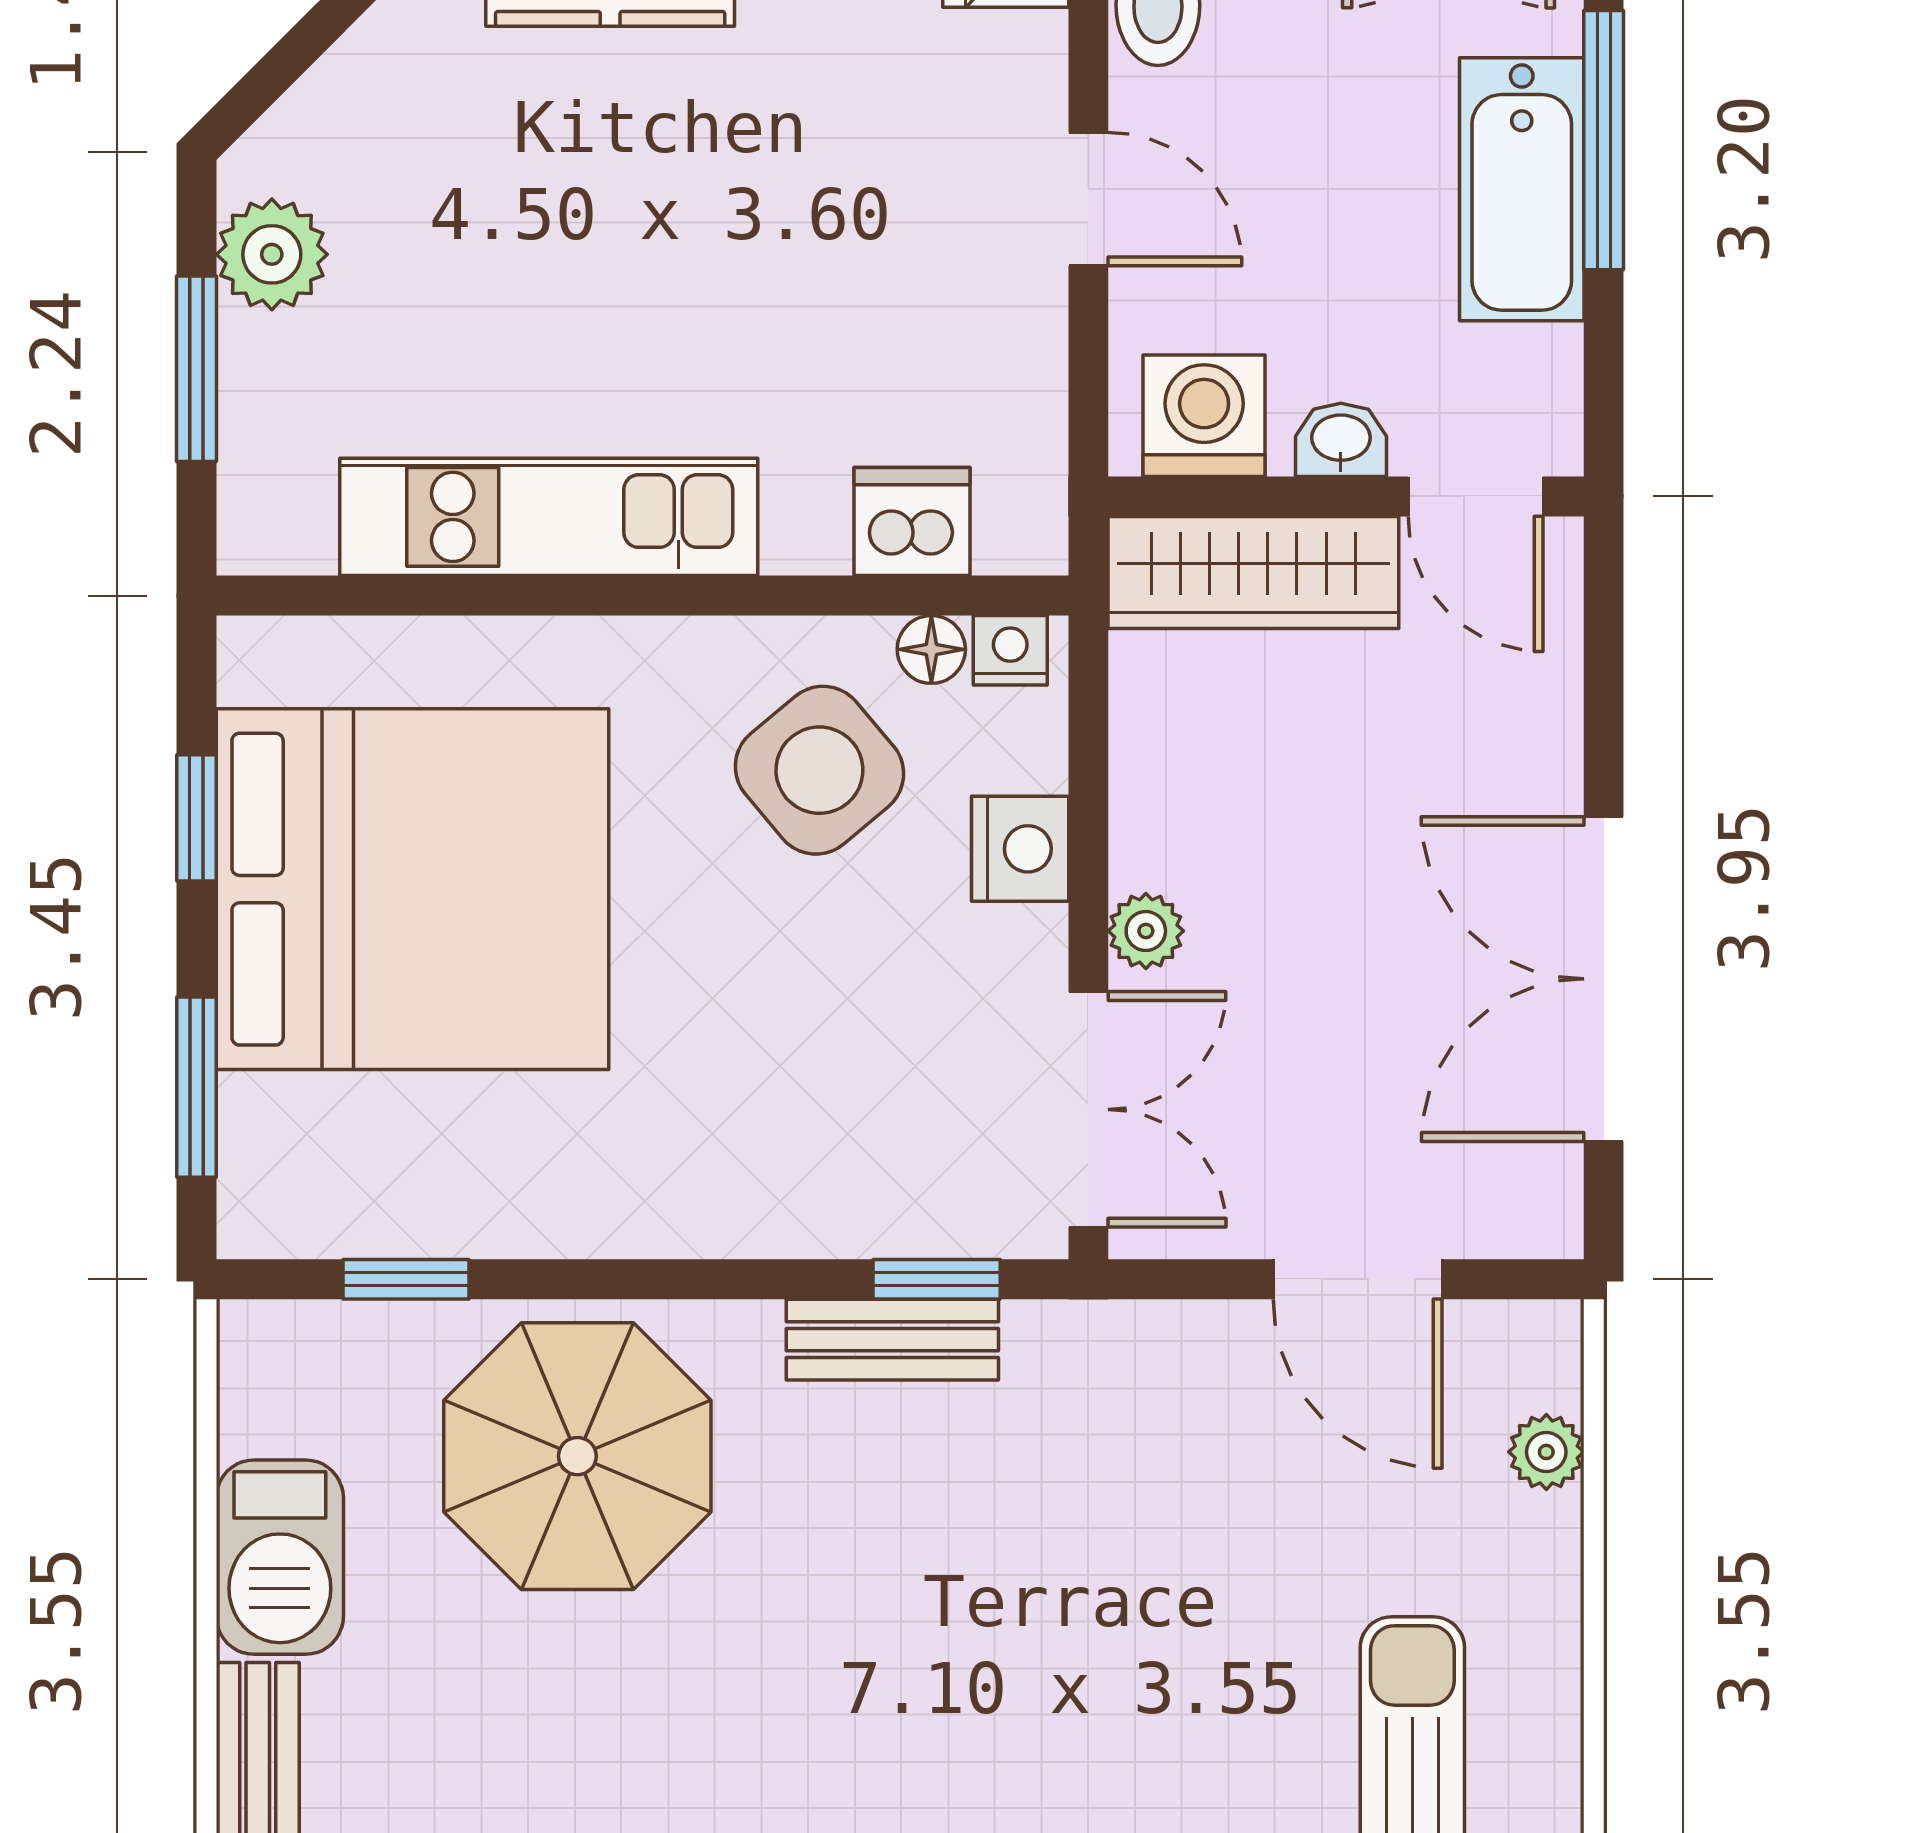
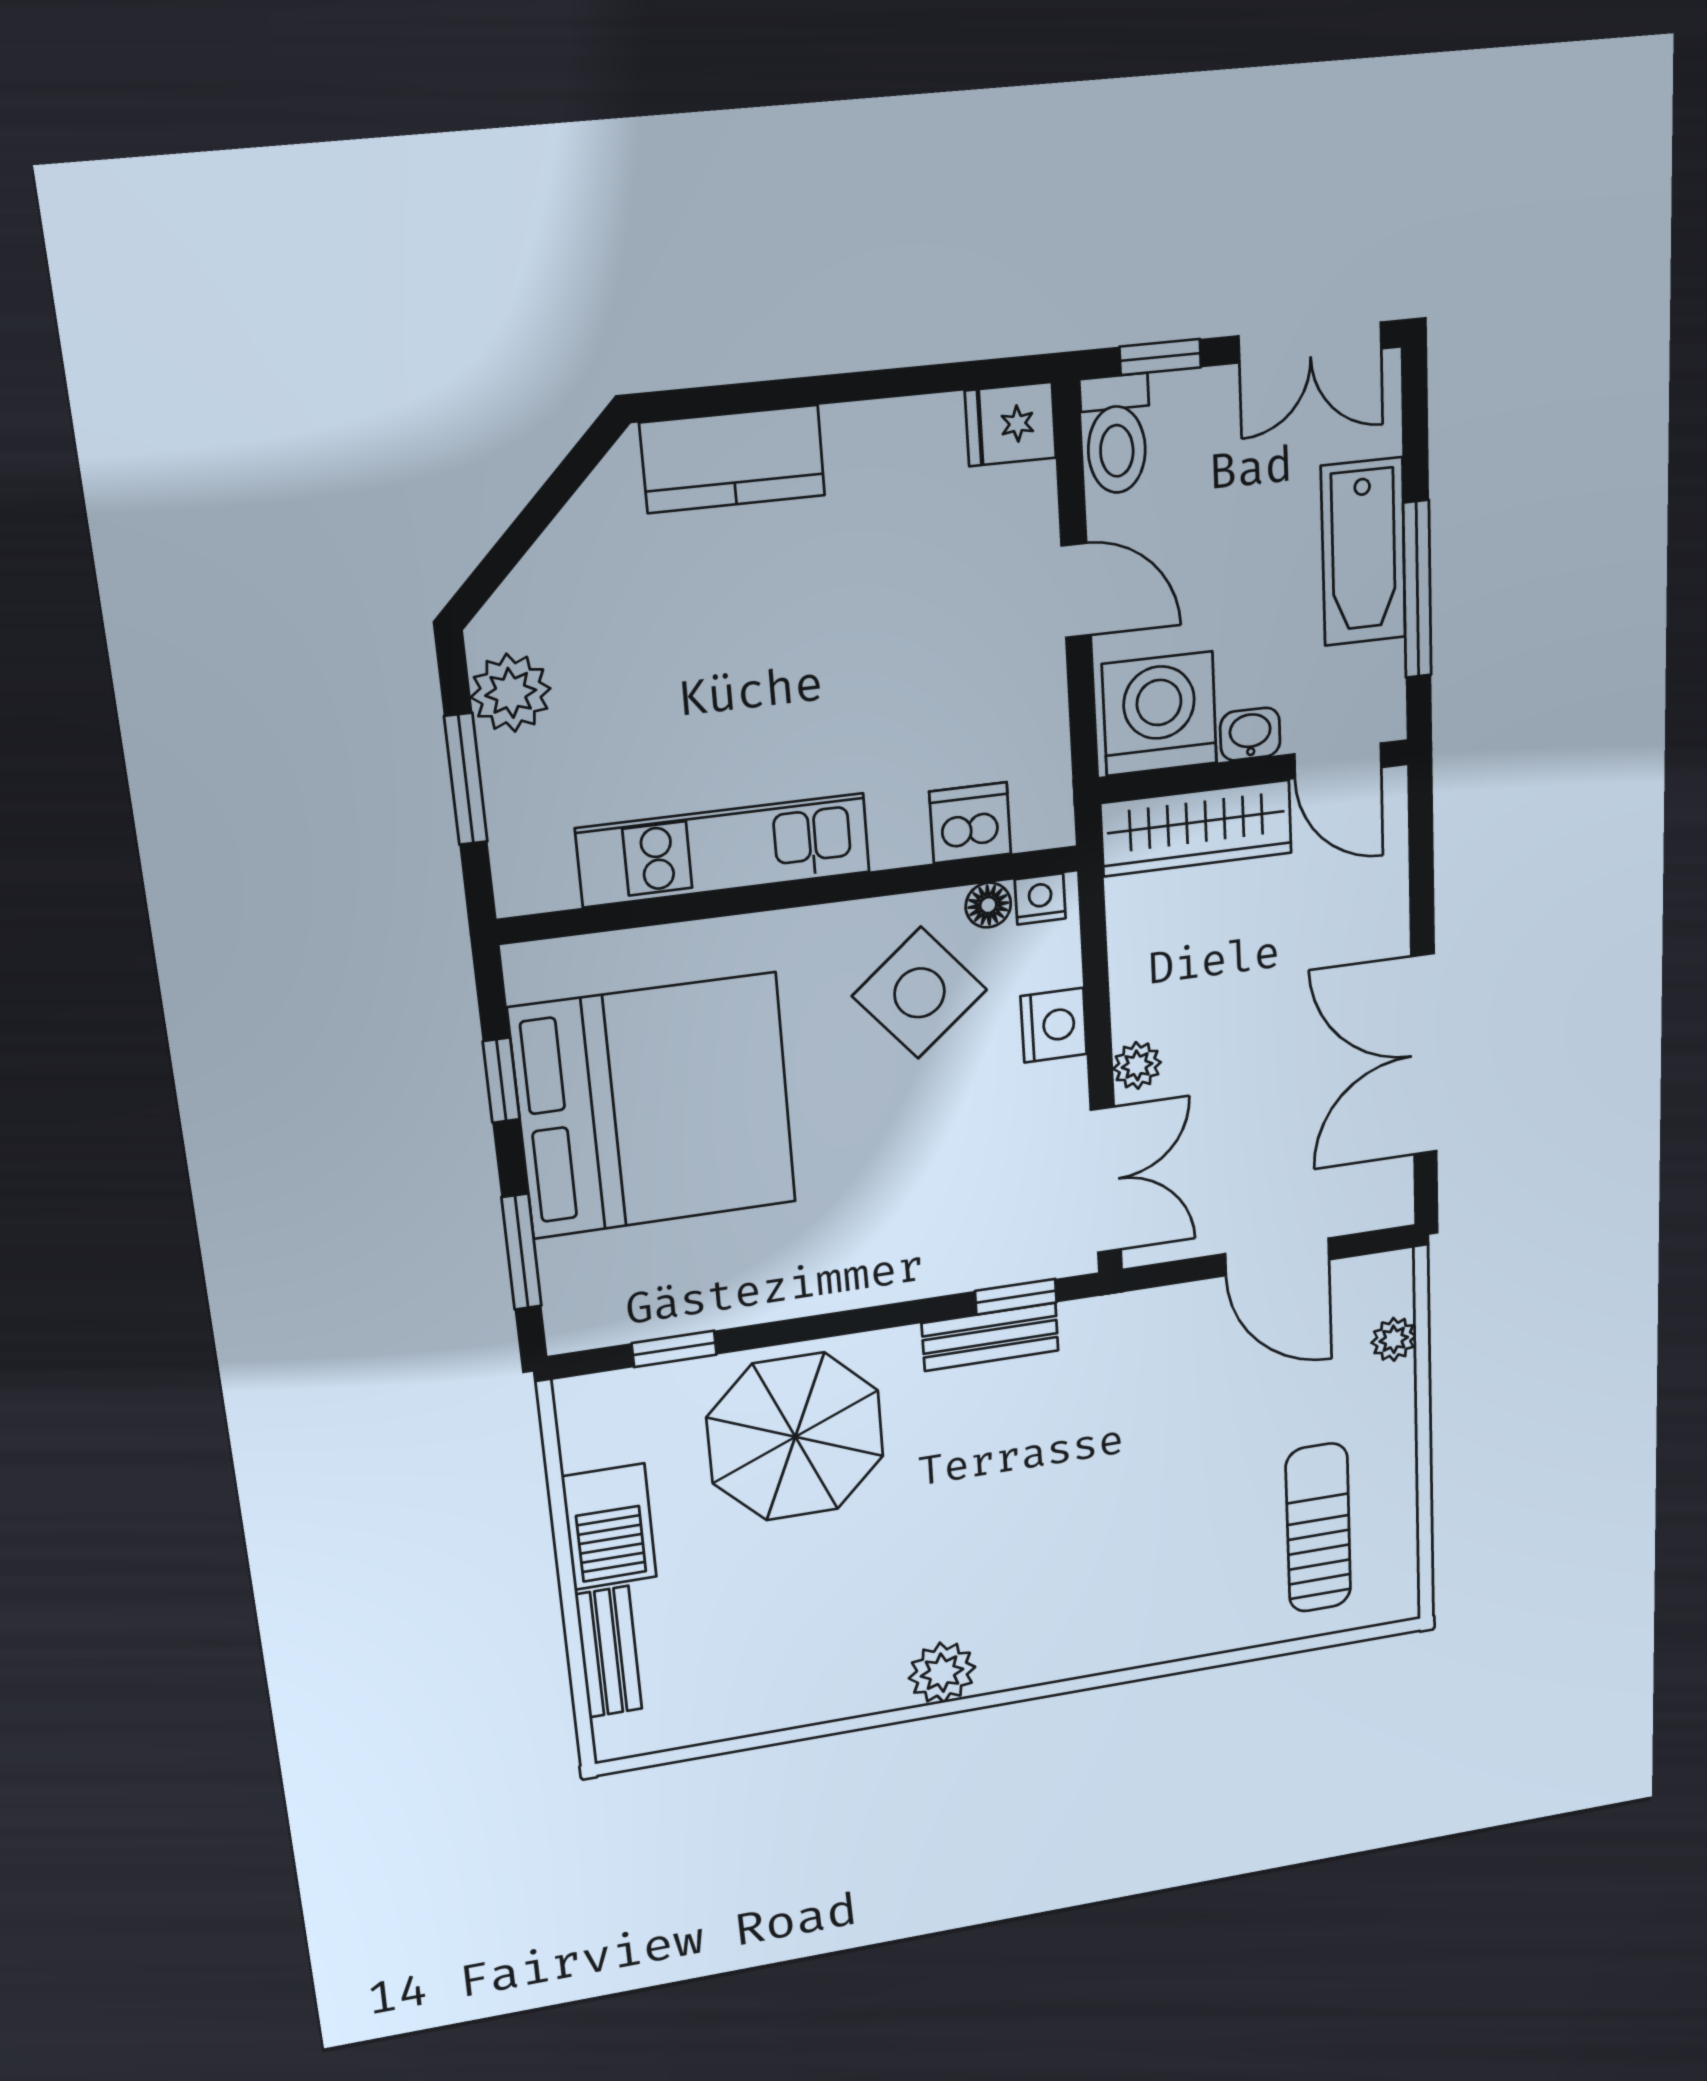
window: (1604, 140) -> (1417, 589), moved
washing machine: (1204, 416) -> (1159, 714), width x1.37, depth x1.37

